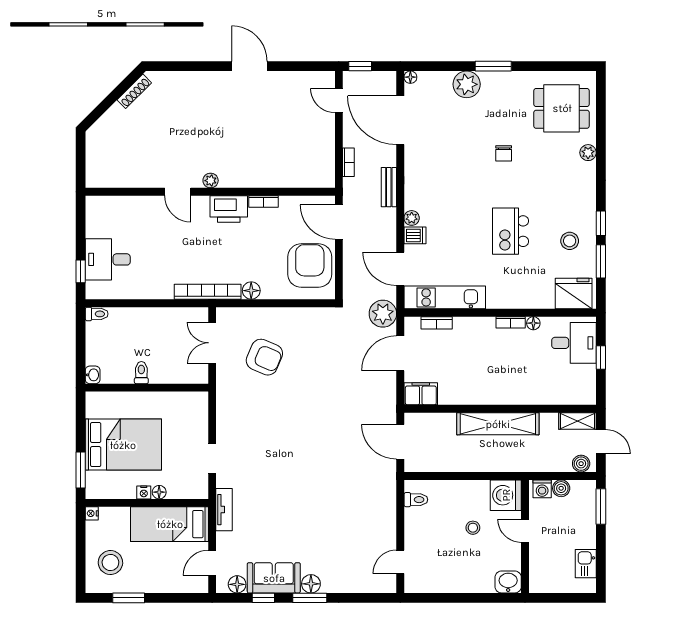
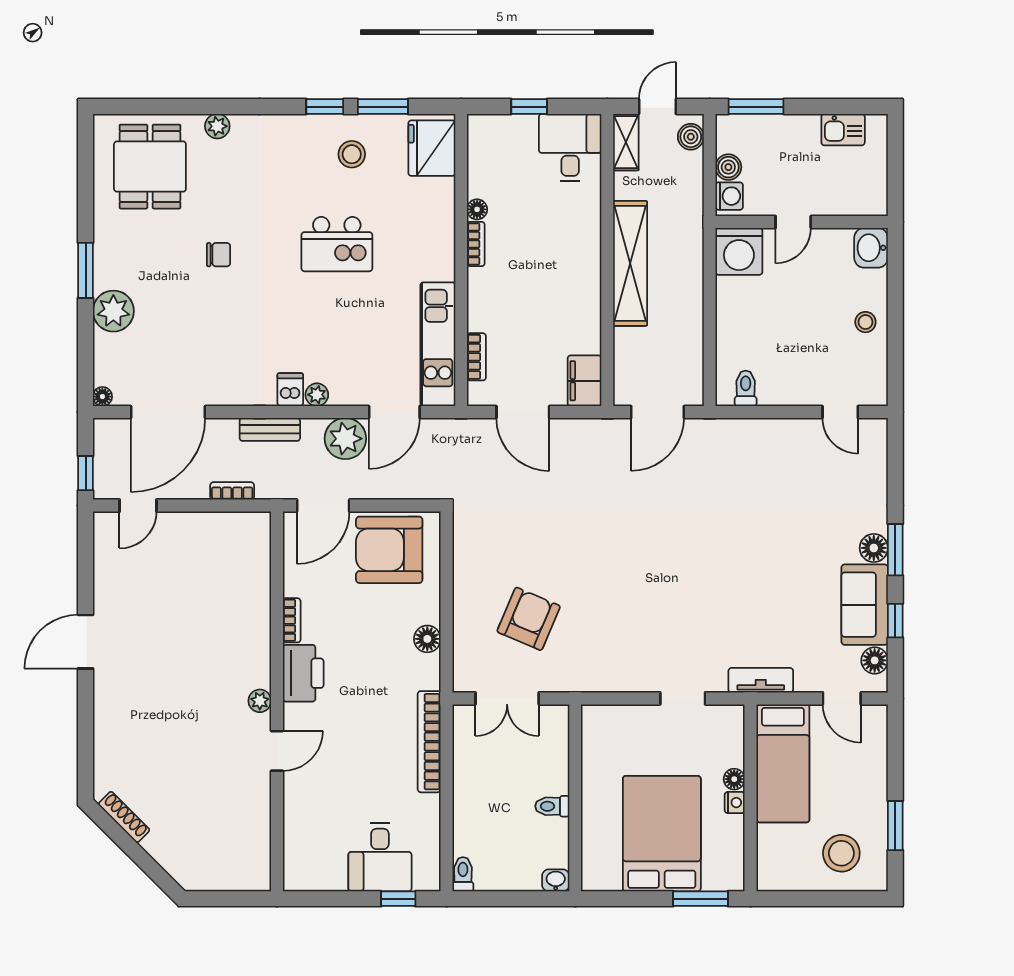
dishwasher: (415, 235) -> (290, 390), moved
bookcase: (208, 292) -> (429, 742), moved
plant: (383, 314) -> (345, 439), moved
desk: (574, 343) -> (570, 148), moved
nightstand: (92, 513) -> (767, 882), removed
stool: (473, 528) -> (865, 322), moved

